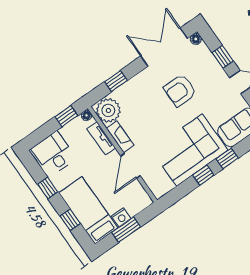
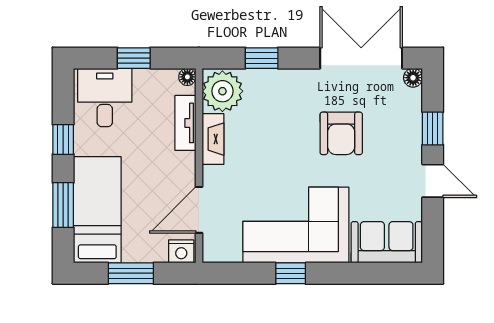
armchair: (180, 90) -> (341, 133), turned -90
window: (66, 116) -> (134, 58), moved
window: (227, 158) -> (340, 273), removed
door: (130, 166) -> (199, 210), moved
nightstand: (121, 217) -> (181, 251), moved
window: (70, 220) -> (63, 205), width x1.50

